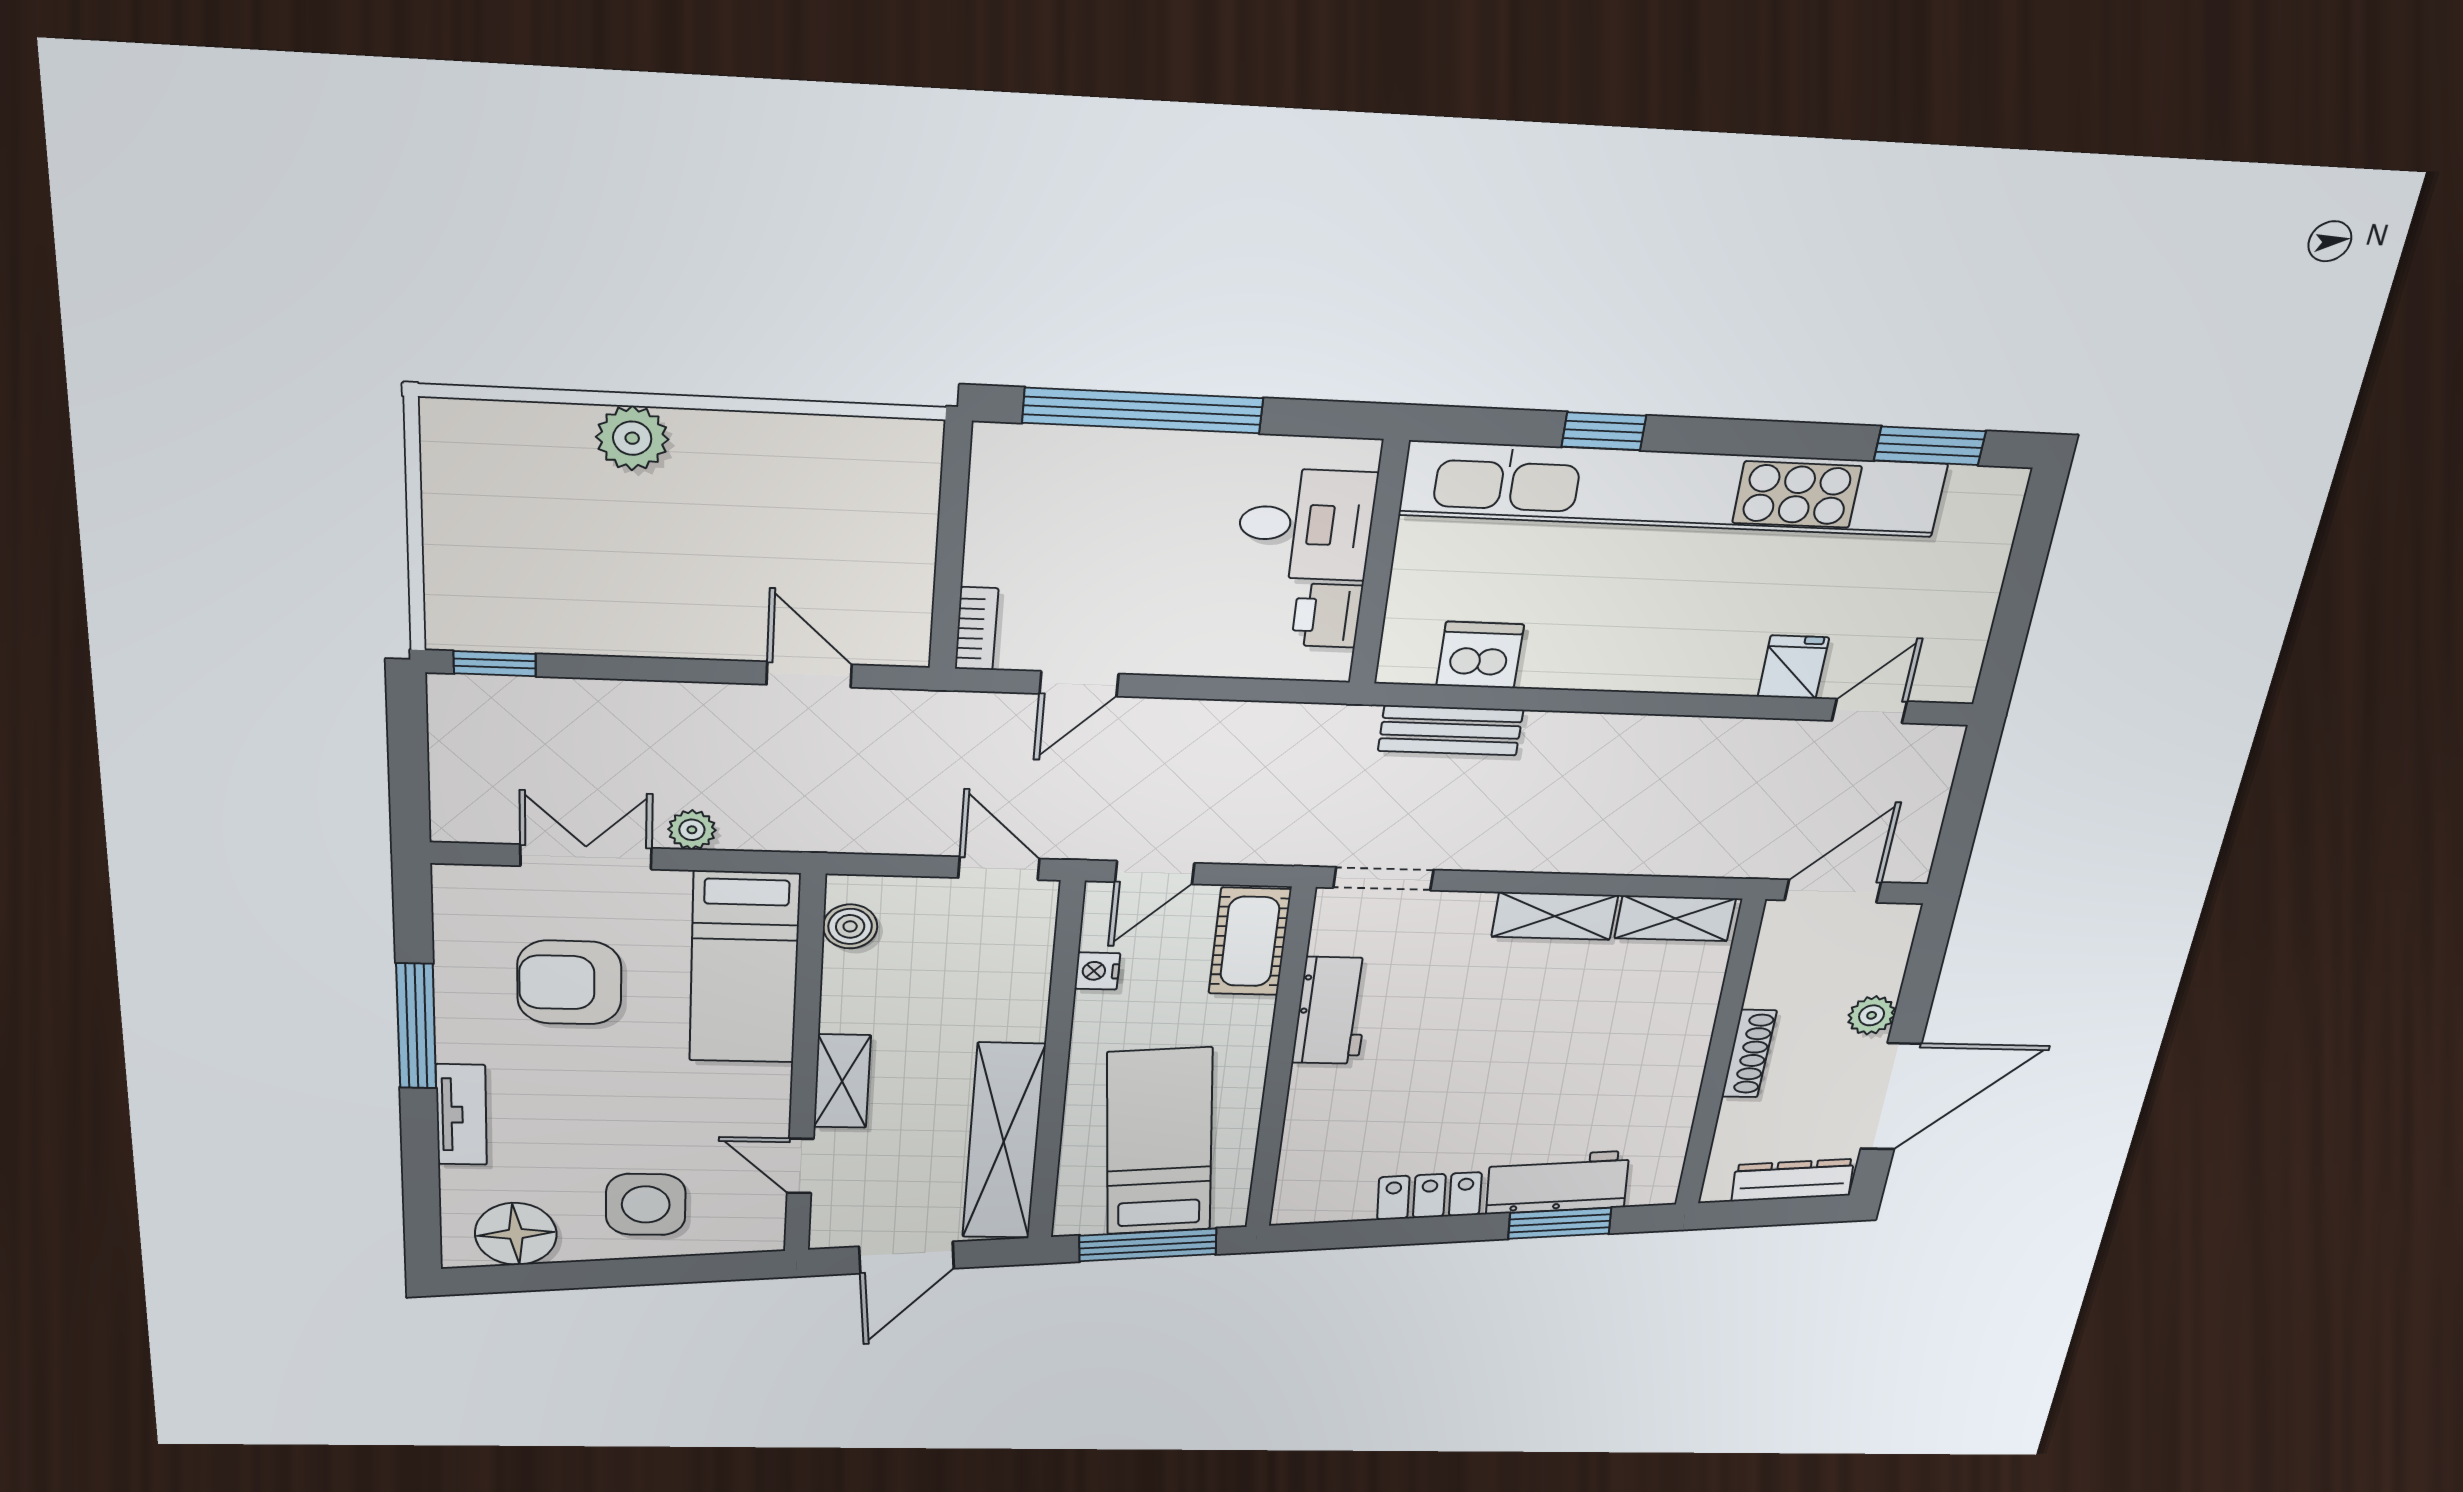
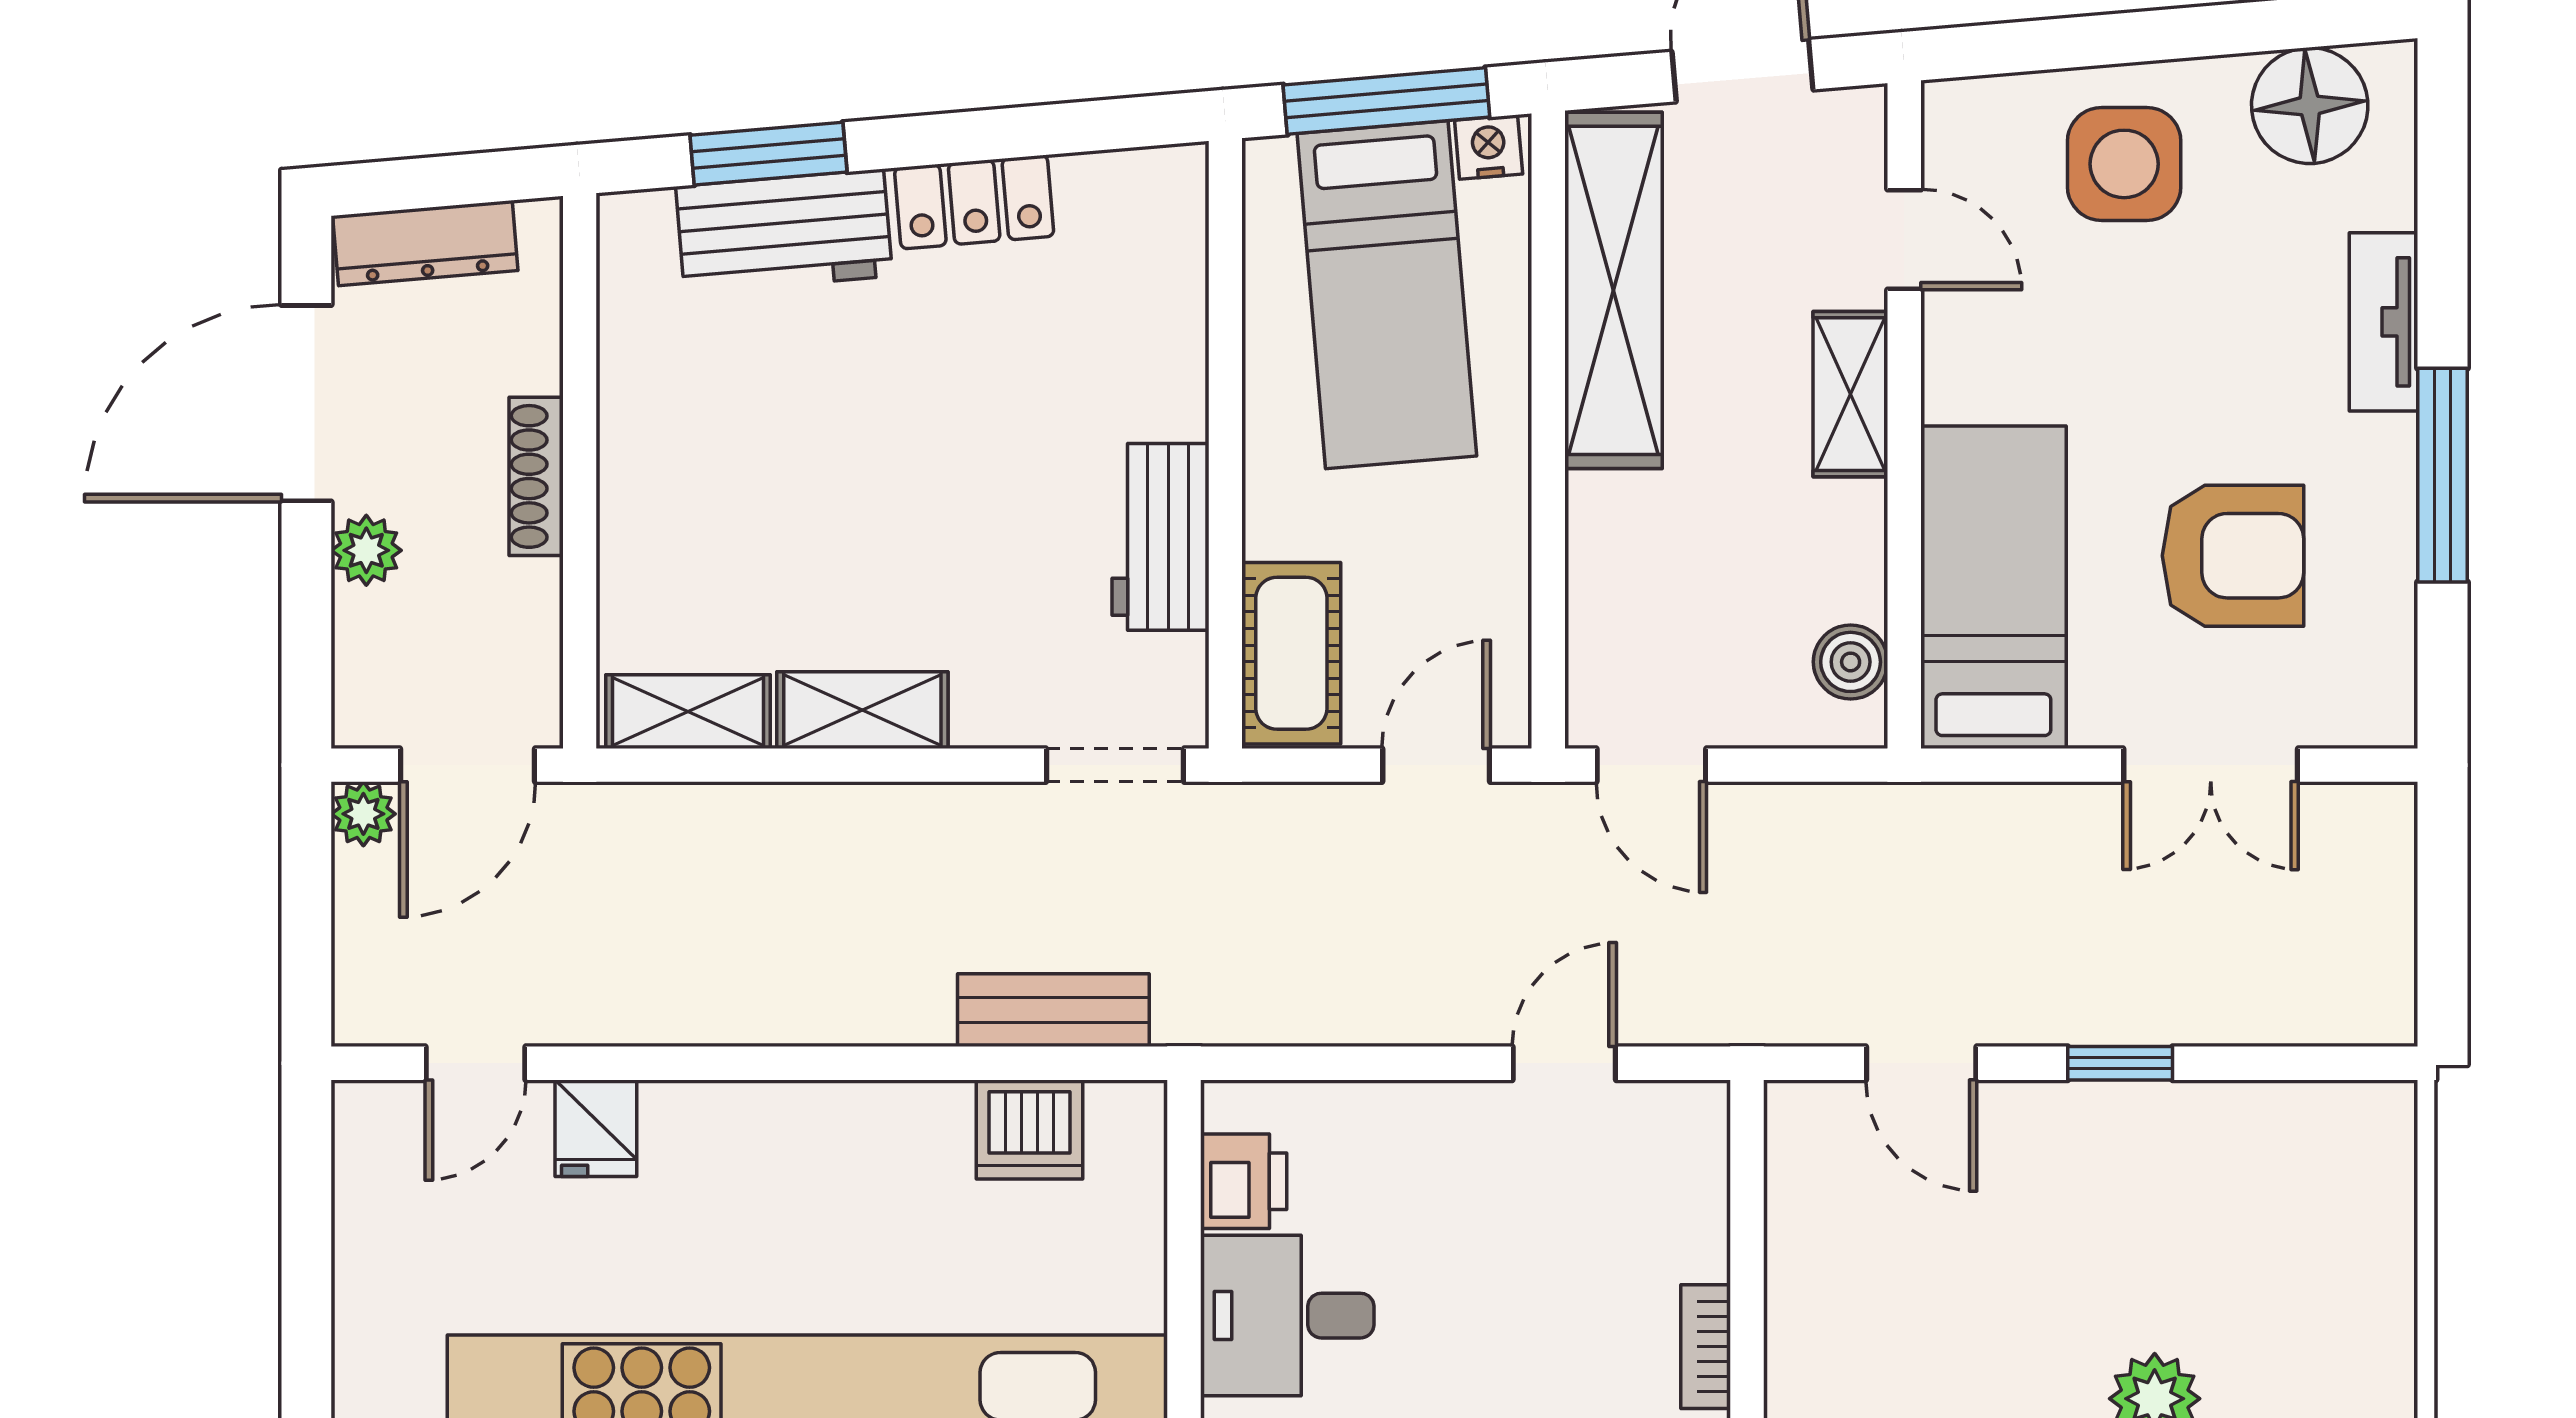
bookcase: (977, 629) -> (1706, 1347), moved
window: (495, 664) -> (2120, 1063), moved
plant: (692, 830) -> (363, 814), moved
nightstand: (1097, 971) -> (1489, 147), moved, turned -95

